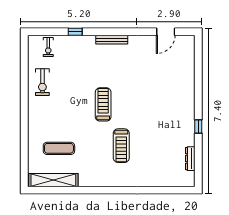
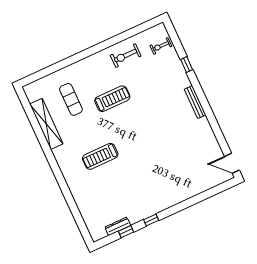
door: (166, 32) -> (232, 163), moved
treadmill: (103, 104) -> (112, 99), moved
window: (198, 153) -> (126, 232), added
shelving: (53, 180) -> (46, 124), moved

